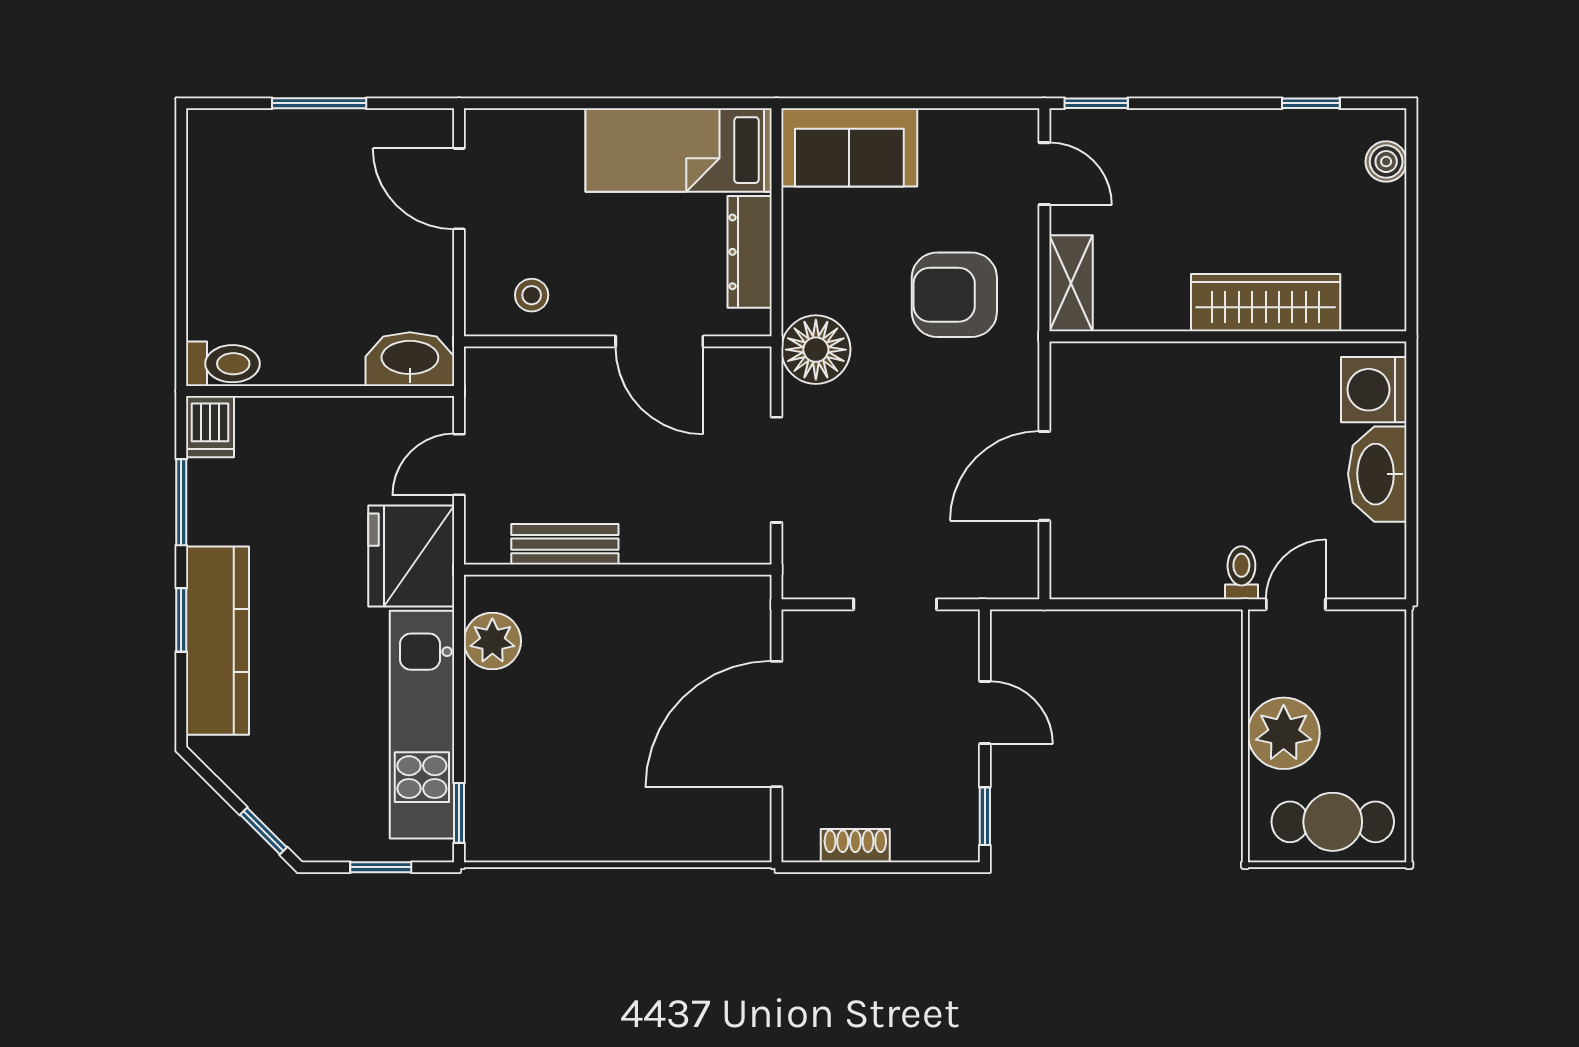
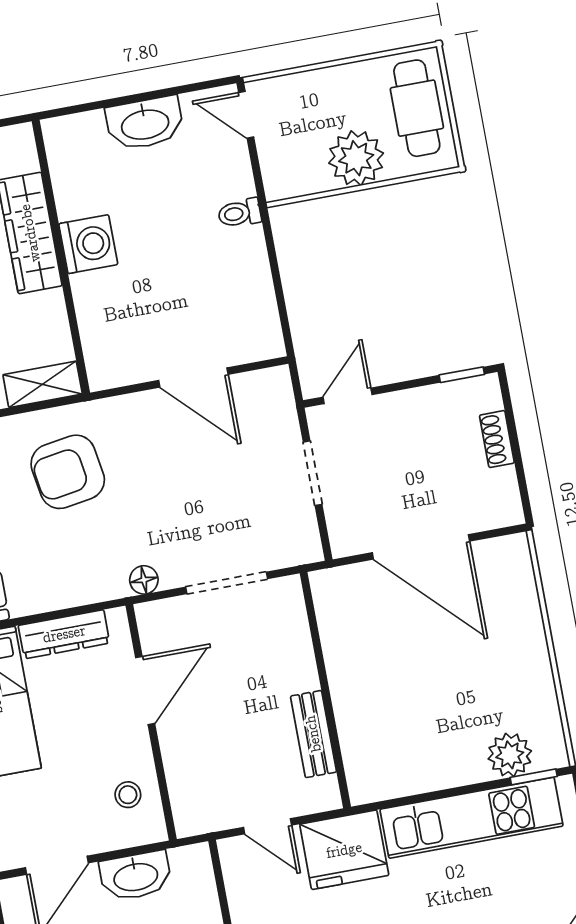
armchair: (954, 295) -> (68, 472), turned 81
floor lamp: (816, 350) -> (144, 580), width x0.53, depth x0.53
washbasin: (410, 359) -> (136, 876), moved, turned -90
washing machine: (1374, 390) -> (88, 244), moved, turned -90
door: (1296, 604) -> (246, 115), moved
plant: (492, 641) -> (510, 755), moved
door: (985, 713) -> (348, 396), moved
shoe rack: (855, 846) -> (497, 439), moved

